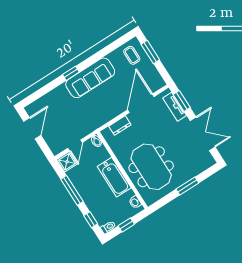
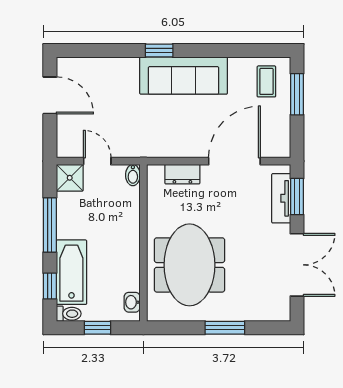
door: (32, 128) -> (50, 95), hinge flipped
door: (75, 145) -> (97, 161), swing flipped
bathtub: (114, 177) -> (71, 272), moved, turned 180

